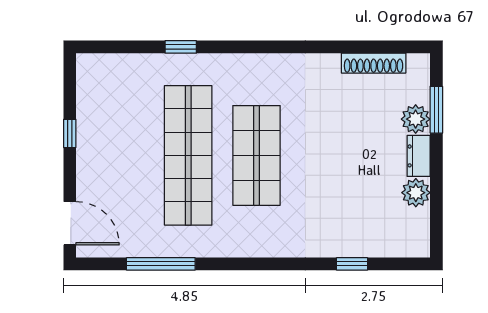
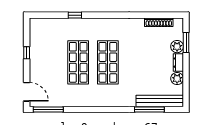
shop shelf: (188, 155) -> (78, 62), width x0.71
bench: (376, 244) -> (160, 101), added
window: (161, 264) -> (48, 110), moved
window: (352, 264) -> (149, 110), width x2.17

